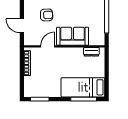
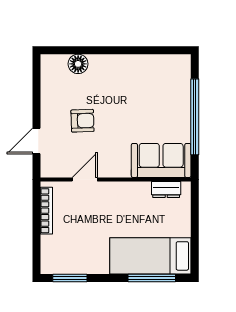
door: (22, 26) -> (36, 141), hinge flipped
sofa: (73, 36) -> (161, 160), moved

